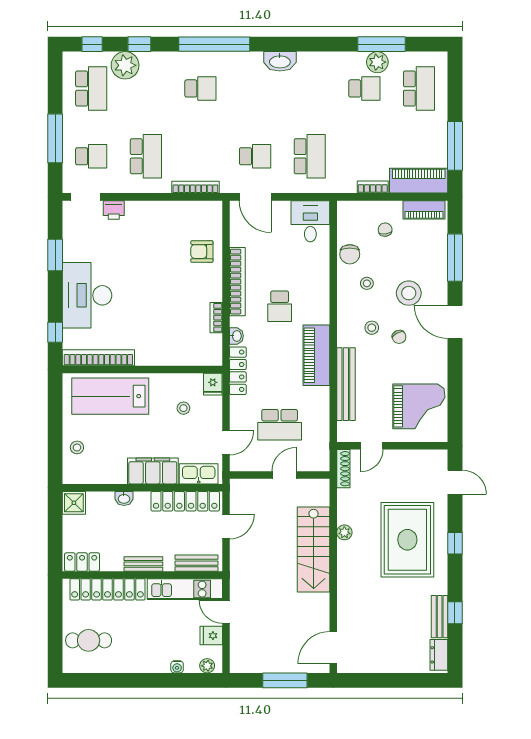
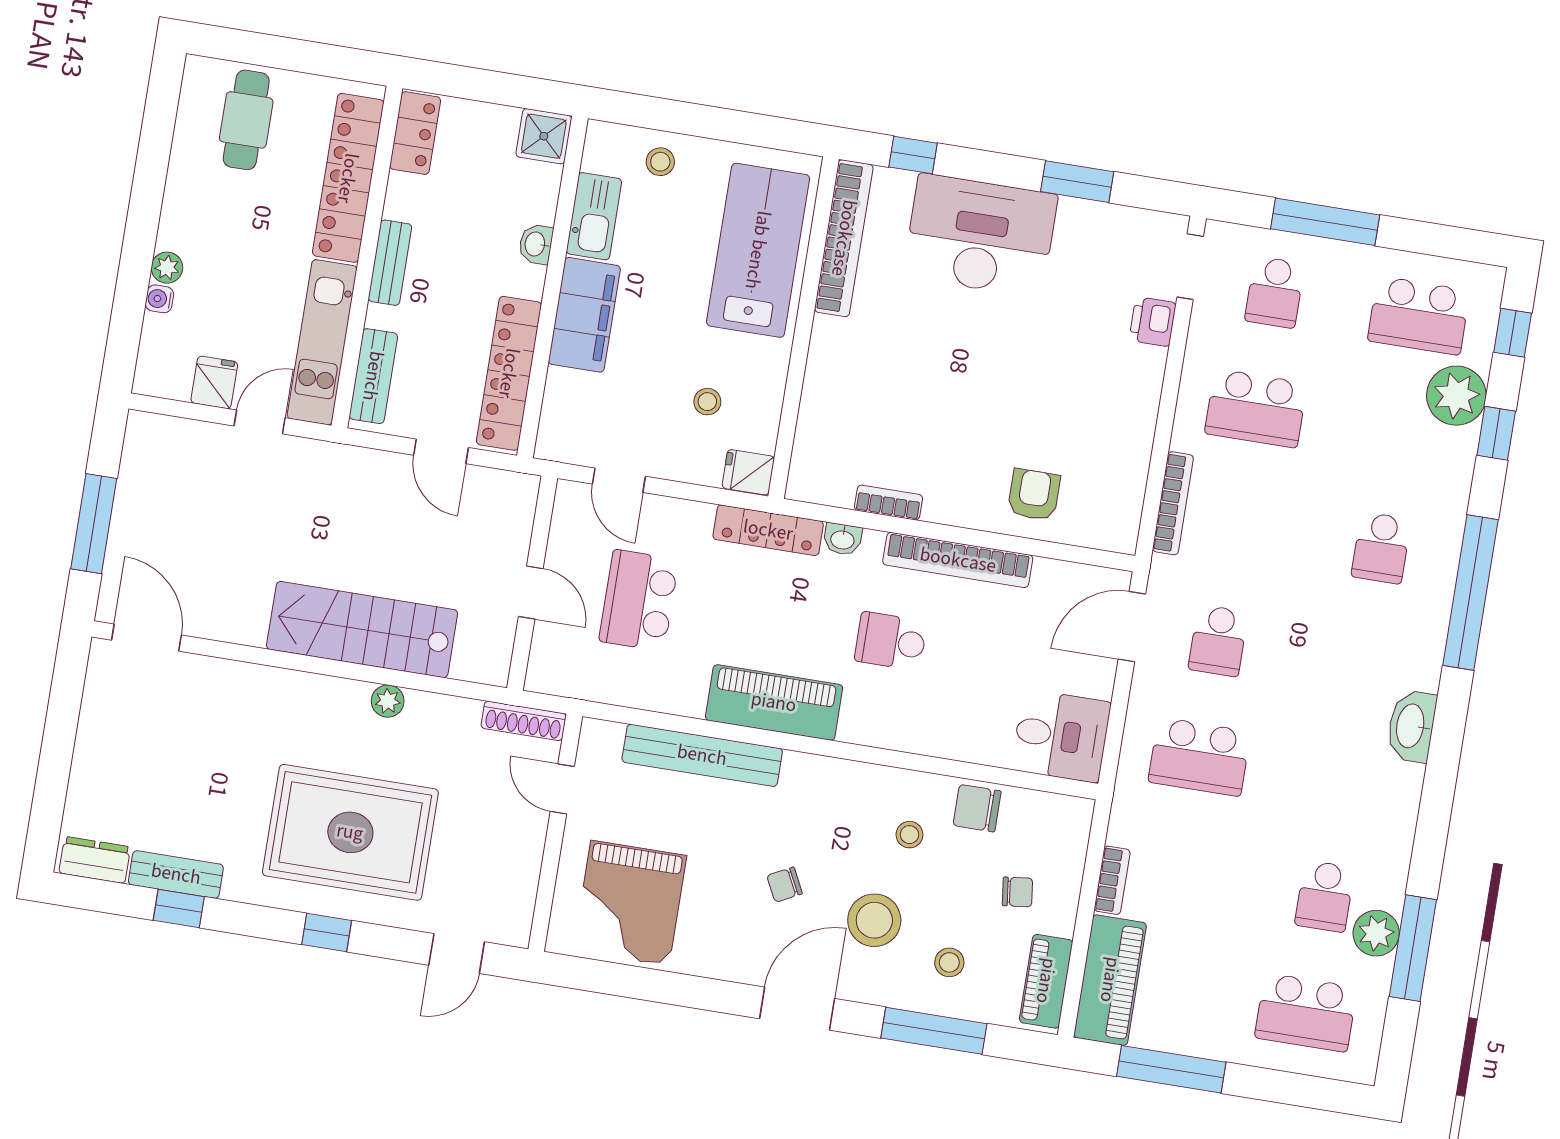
stool: (372, 328) -> (949, 962), moved
kitchen sink: (199, 474) -> (594, 216), moved
plant: (207, 666) -> (167, 268), moved

